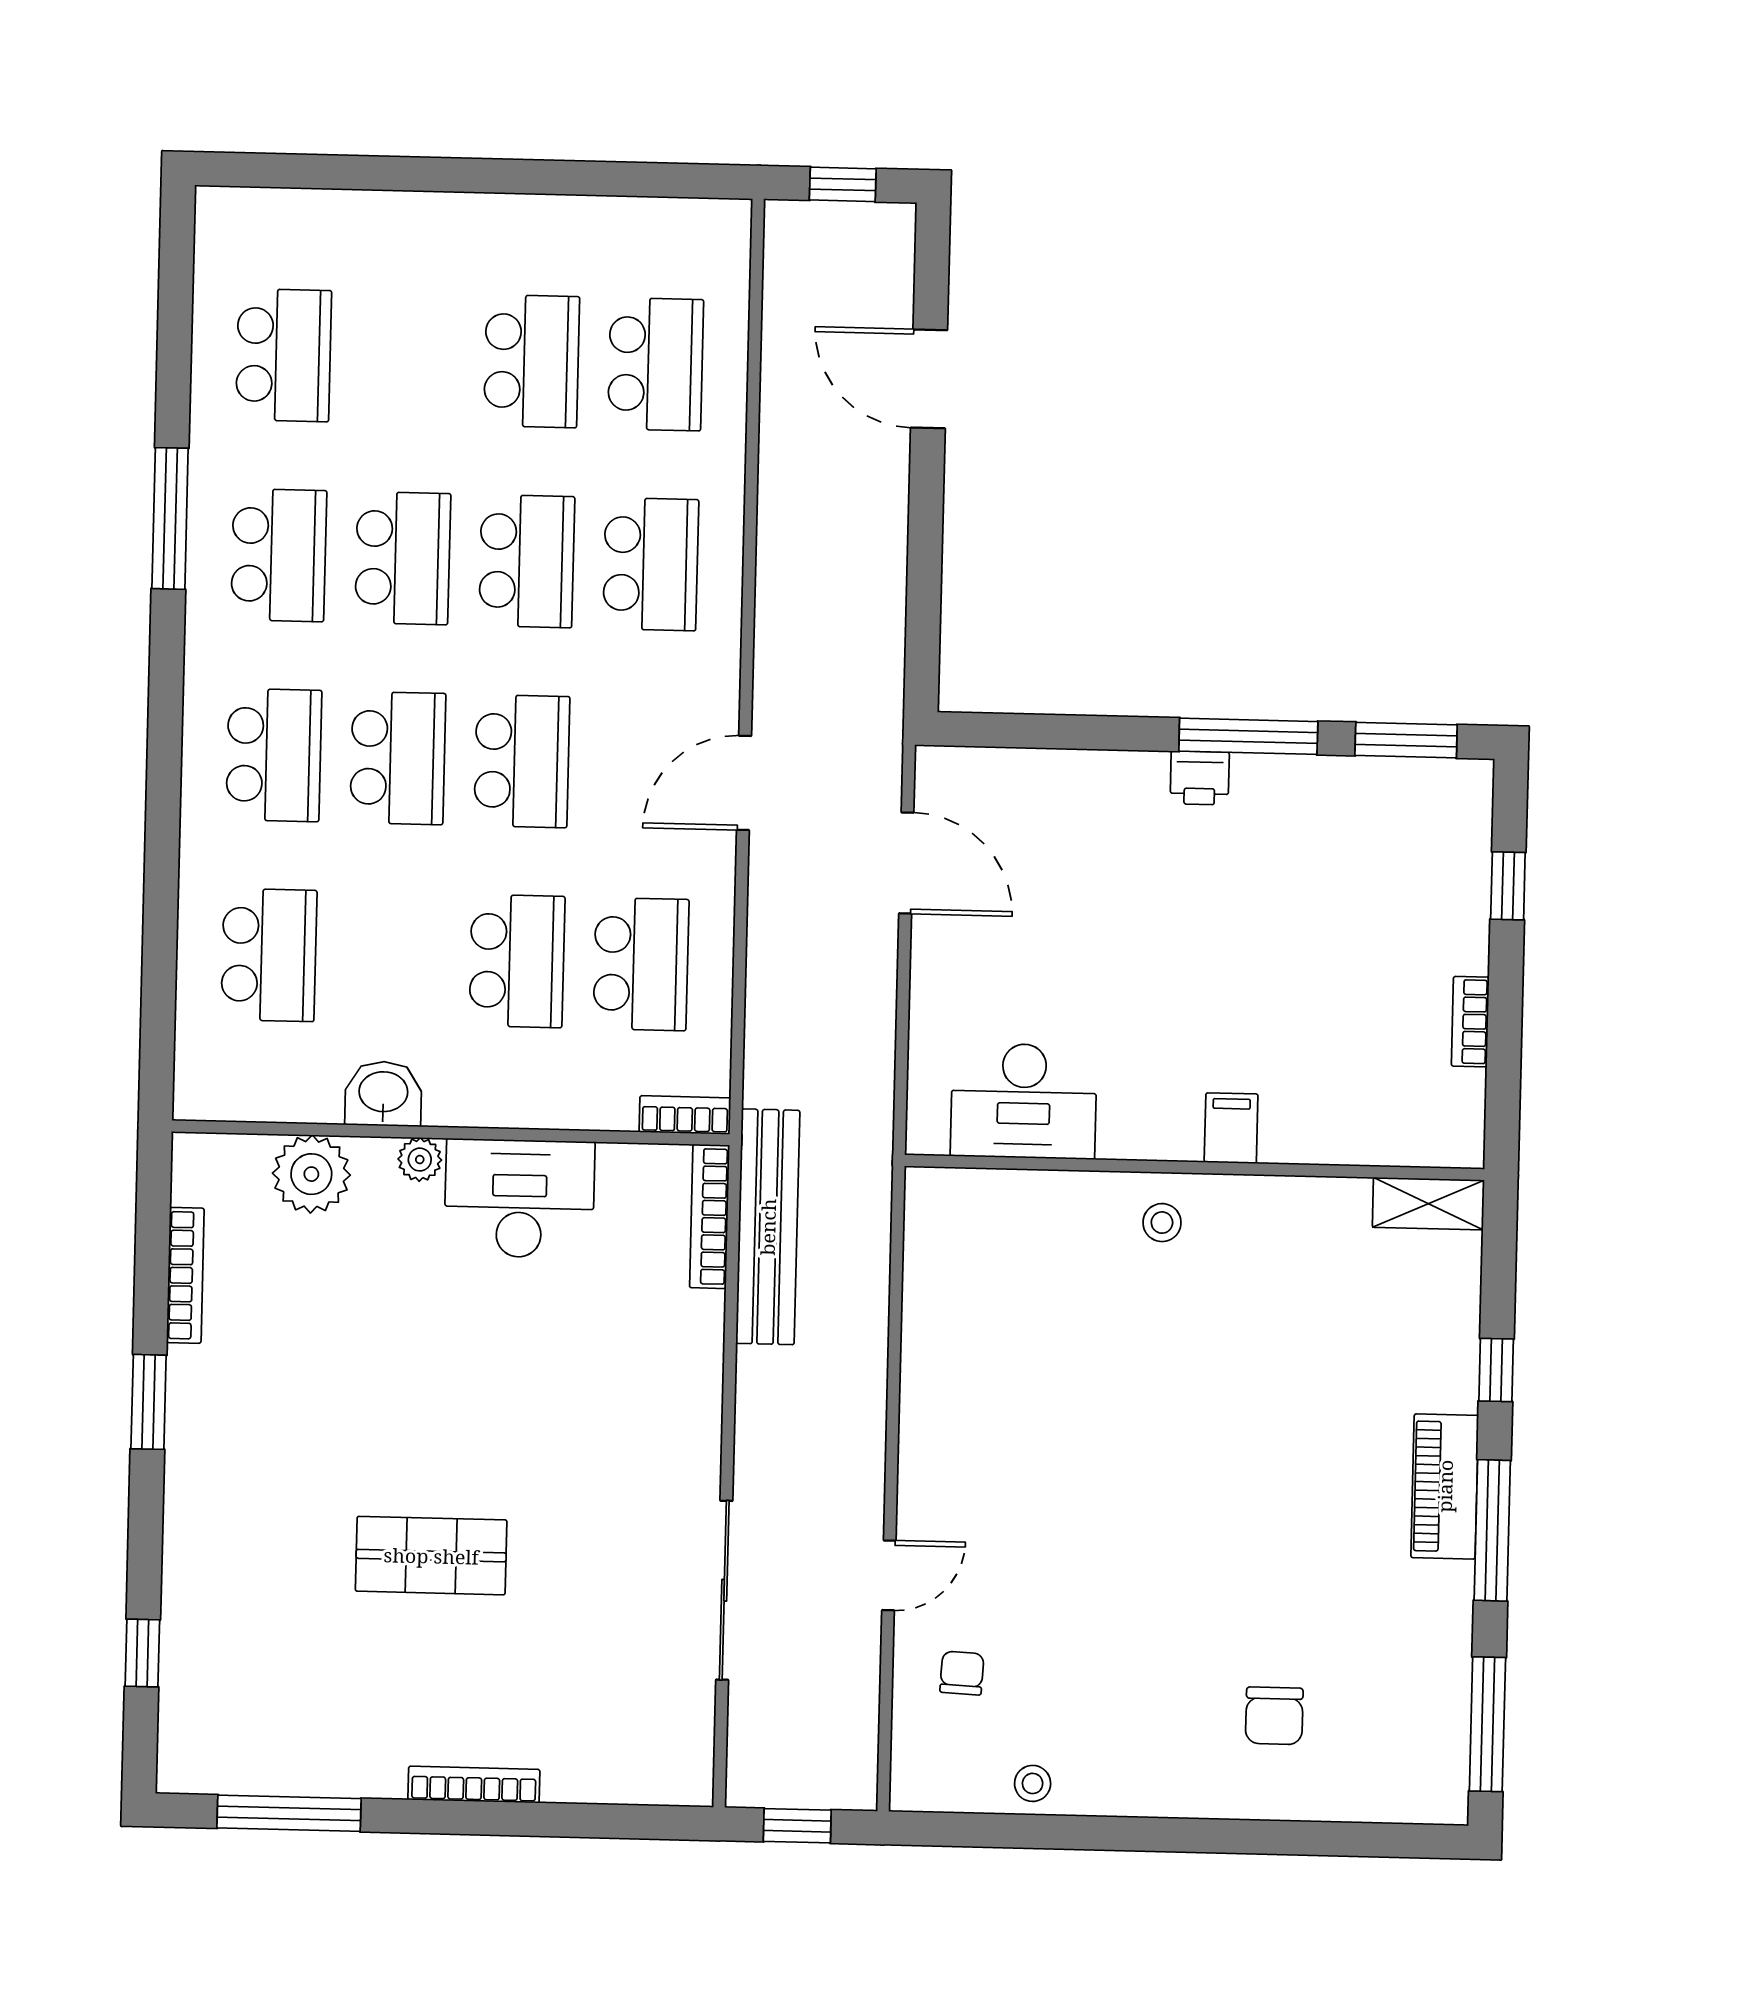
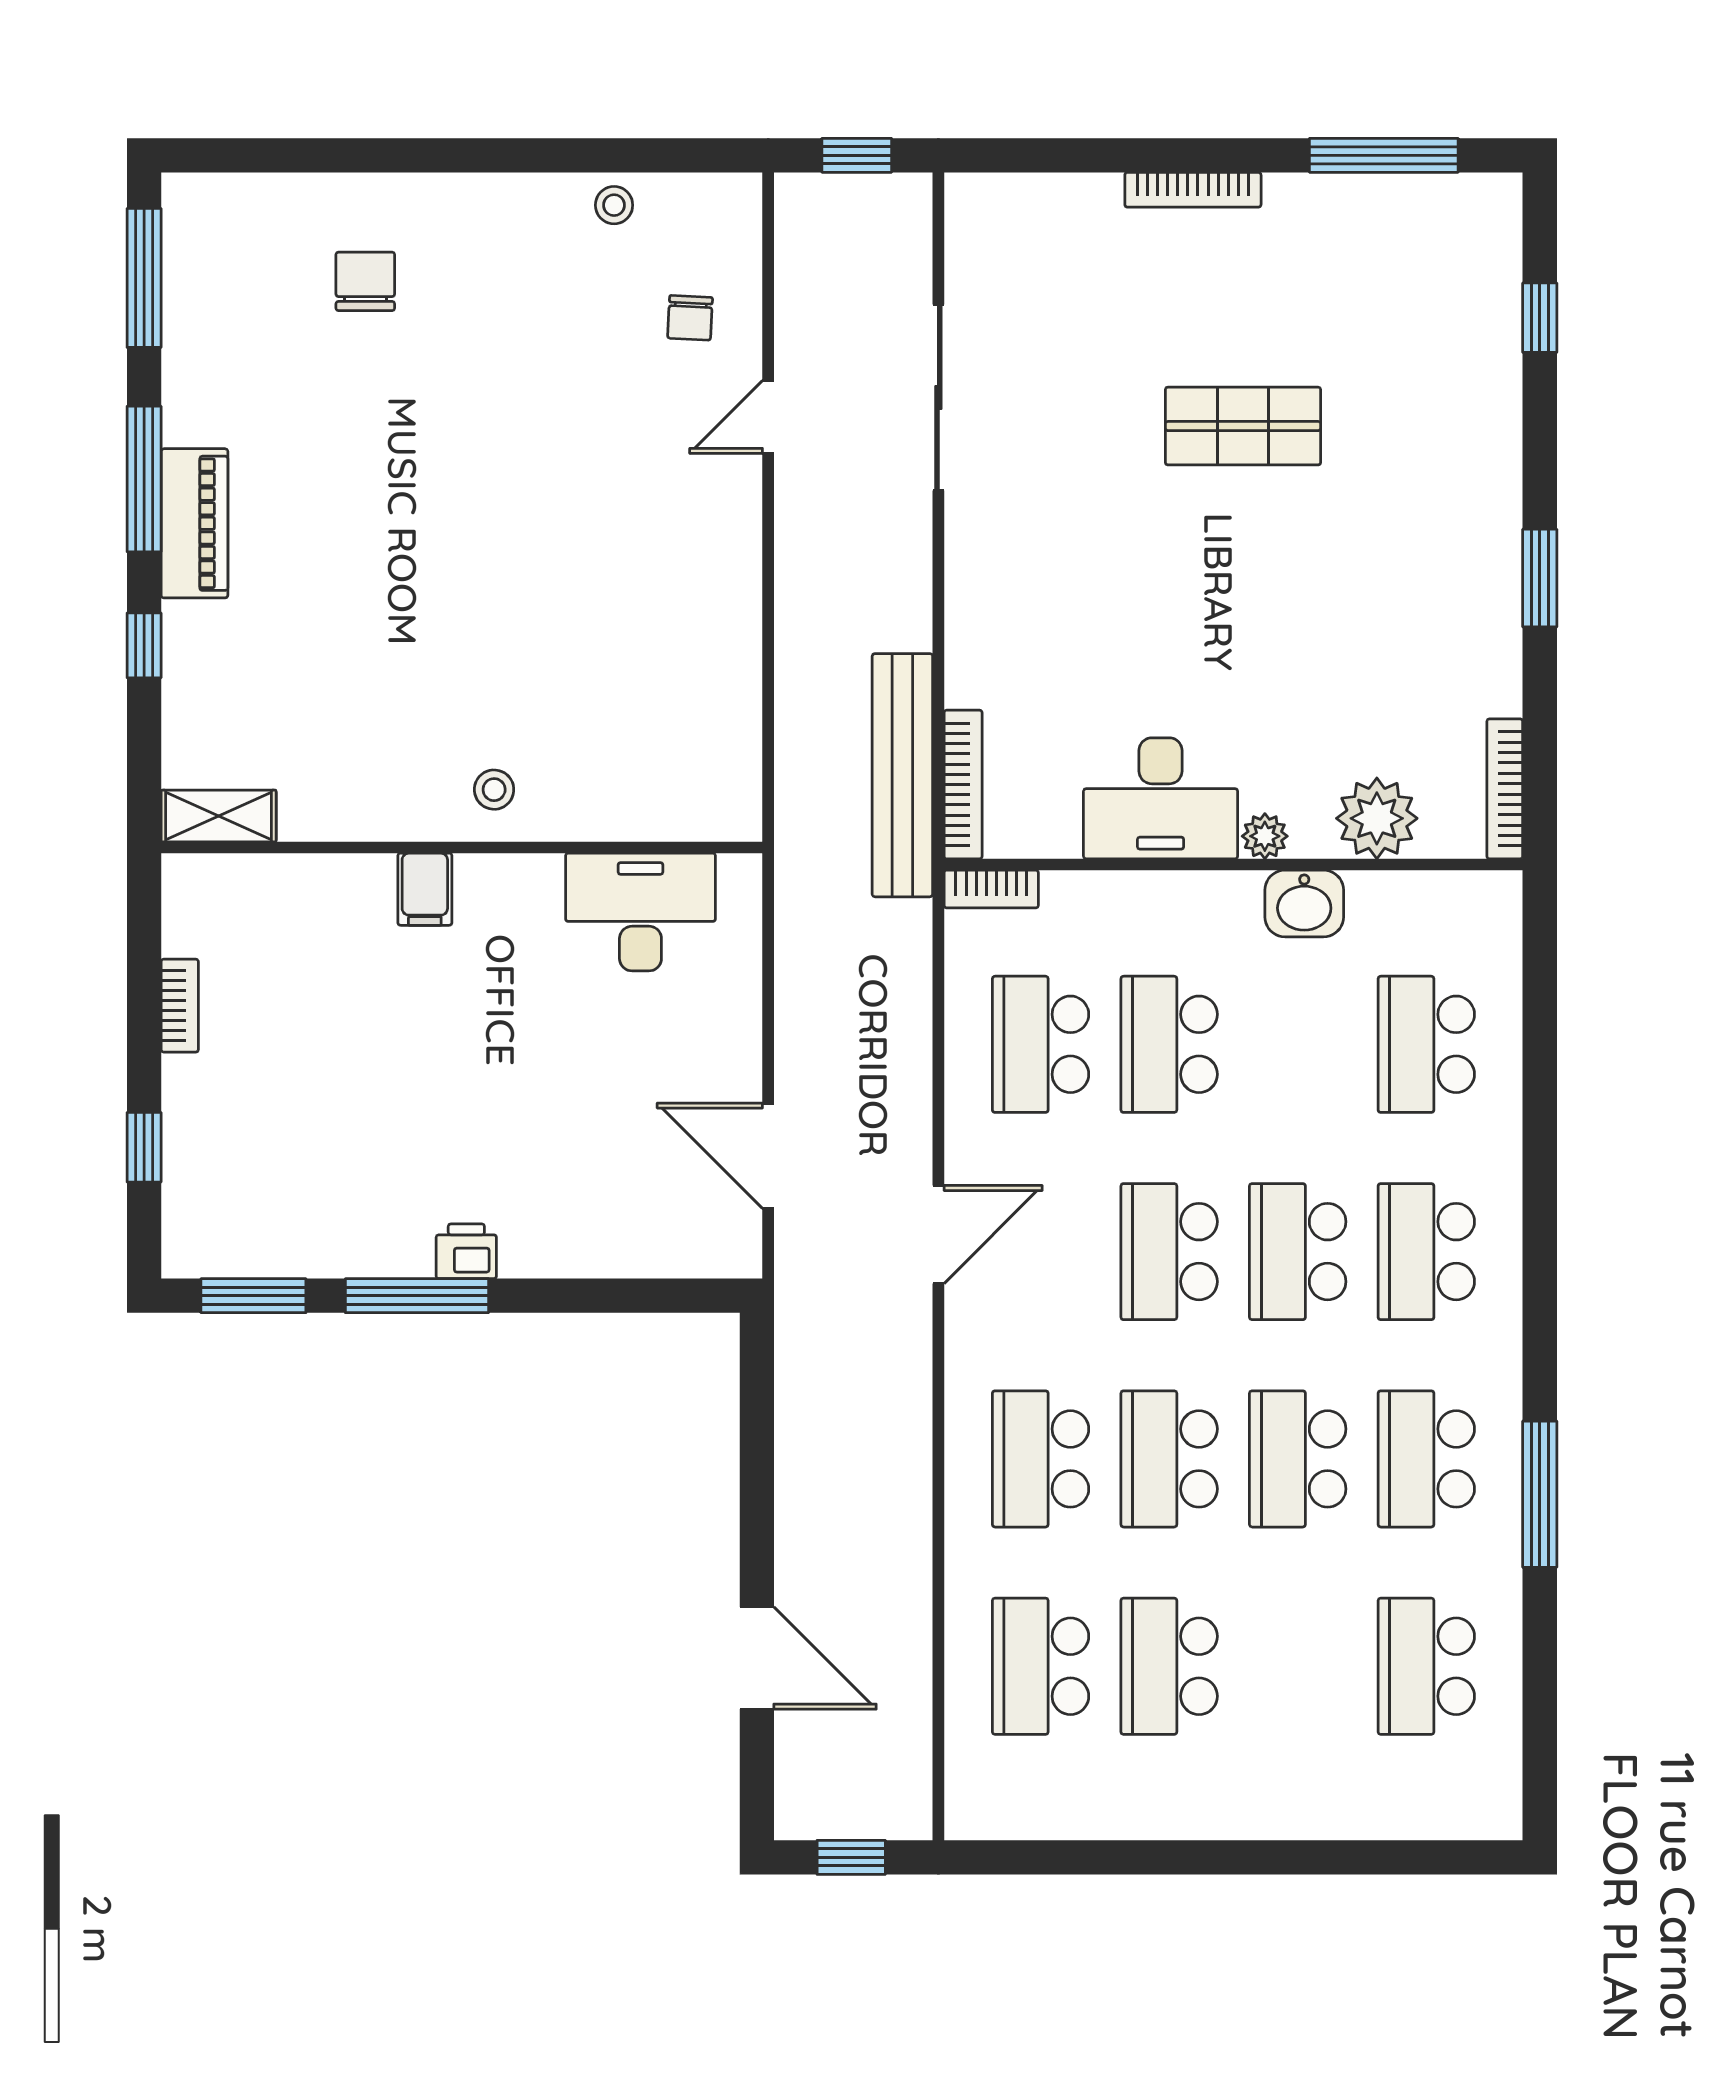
bookcase: (185, 1275) -> (1505, 789), moved

